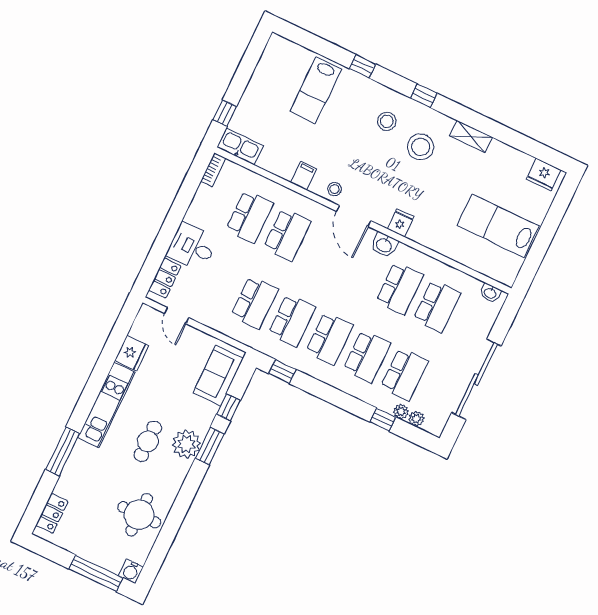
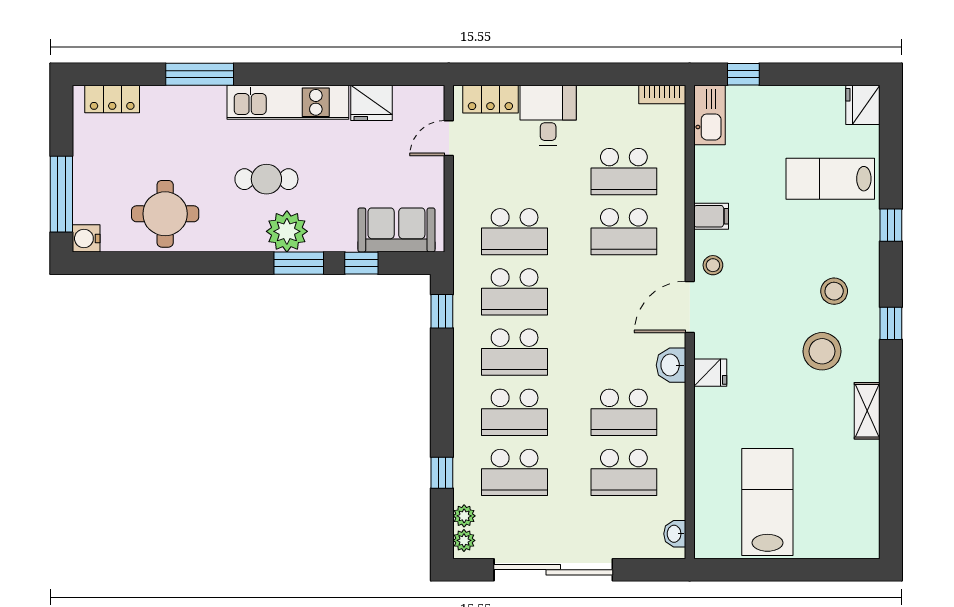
fridge: (544, 174) -> (863, 105), moved
plant: (401, 411) -> (464, 540), moved

